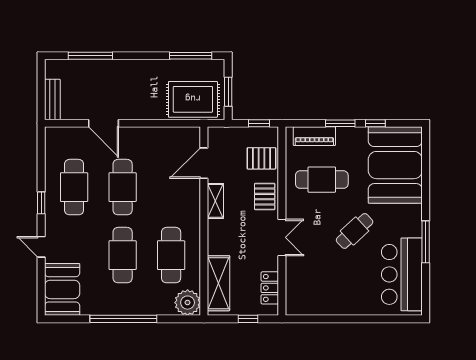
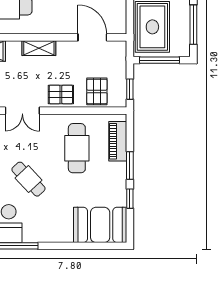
window: (228, 92) -> (160, 60), width x1.44
booth: (395, 165) -> (100, 225), width x0.73, depth x0.70
shelving: (215, 201) -> (39, 48), moved

